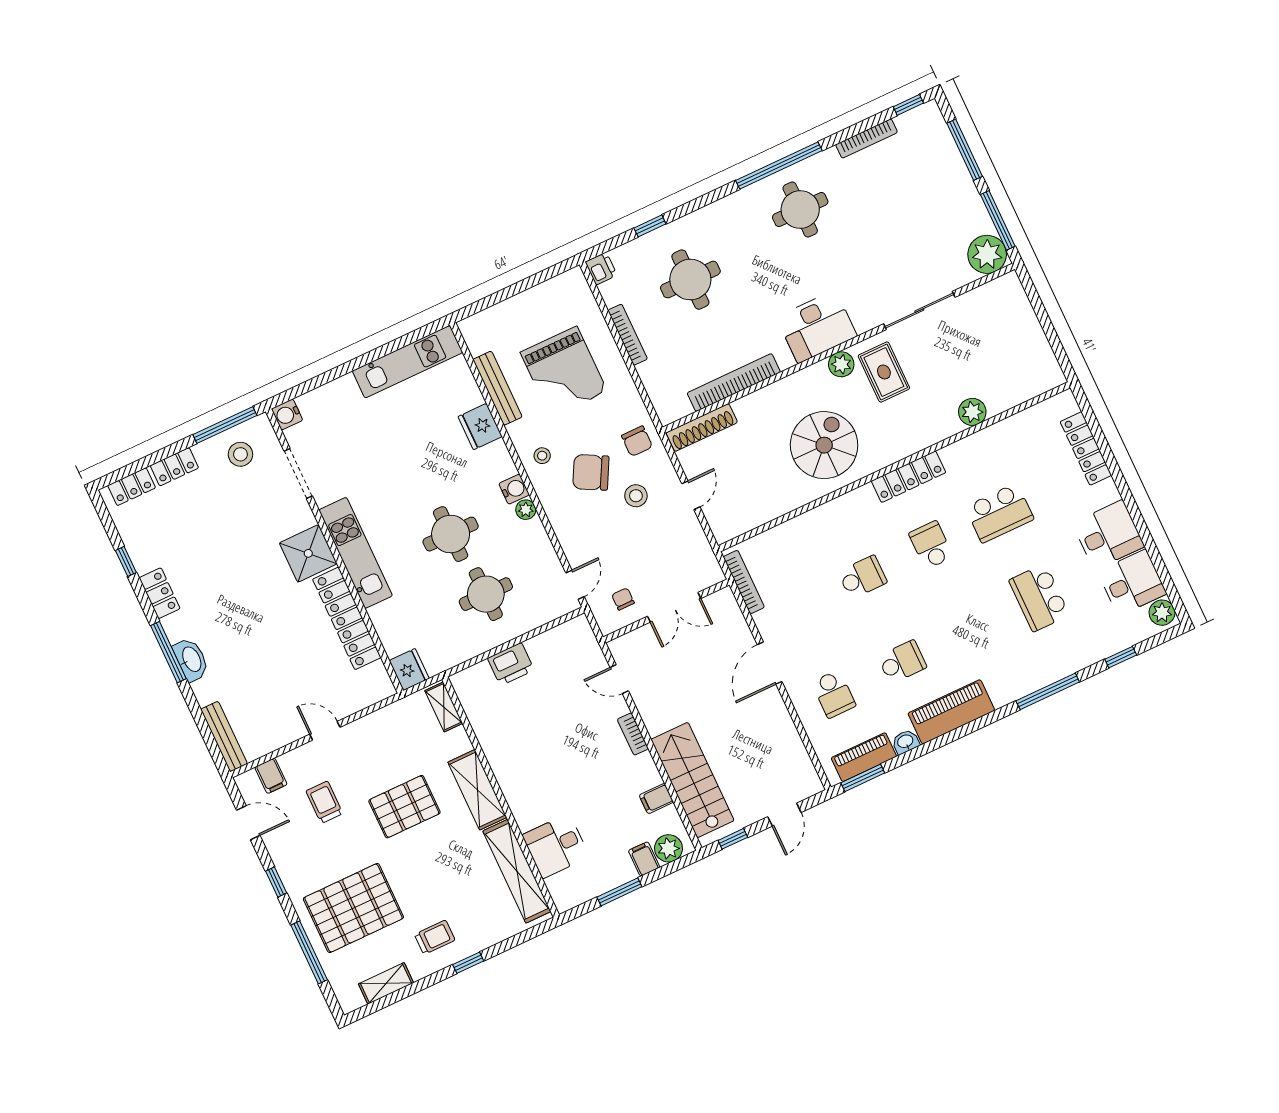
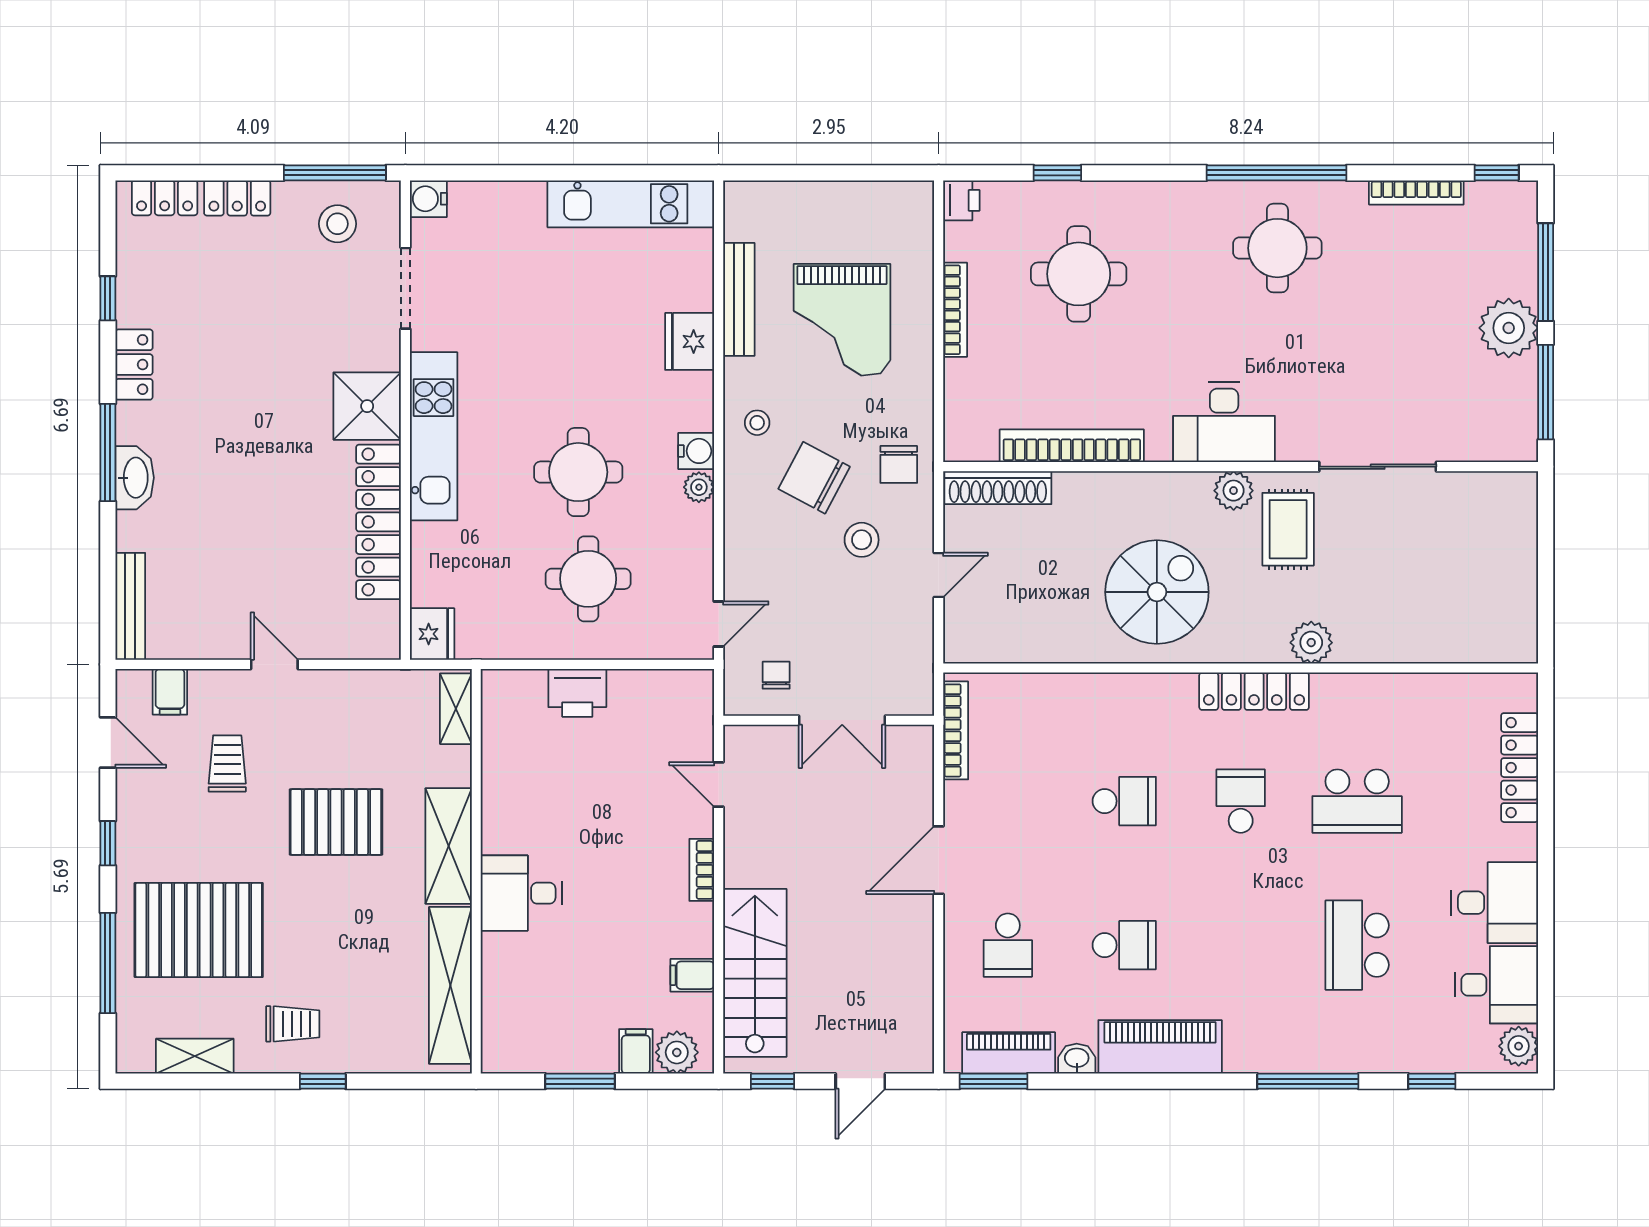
plant: (987, 254) -> (1509, 328), moved
plant: (972, 412) -> (1311, 643), moved
desk: (556, 846) -> (521, 893), moved

